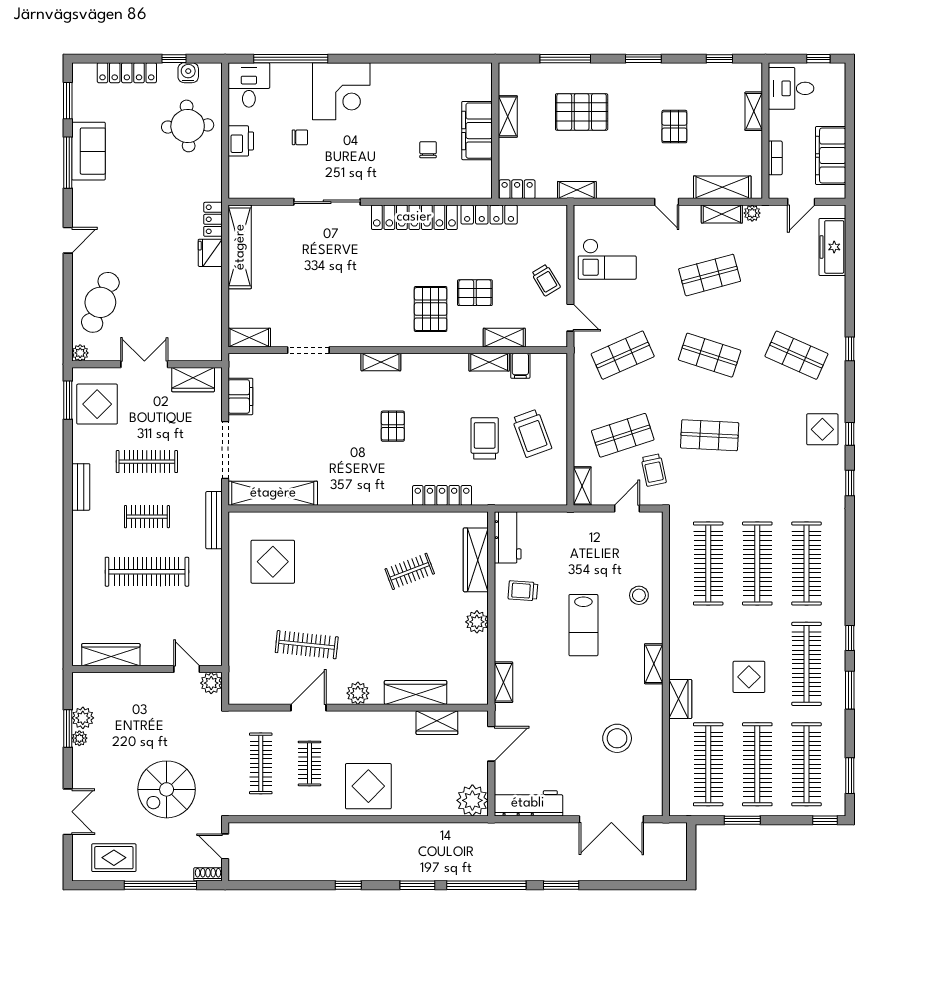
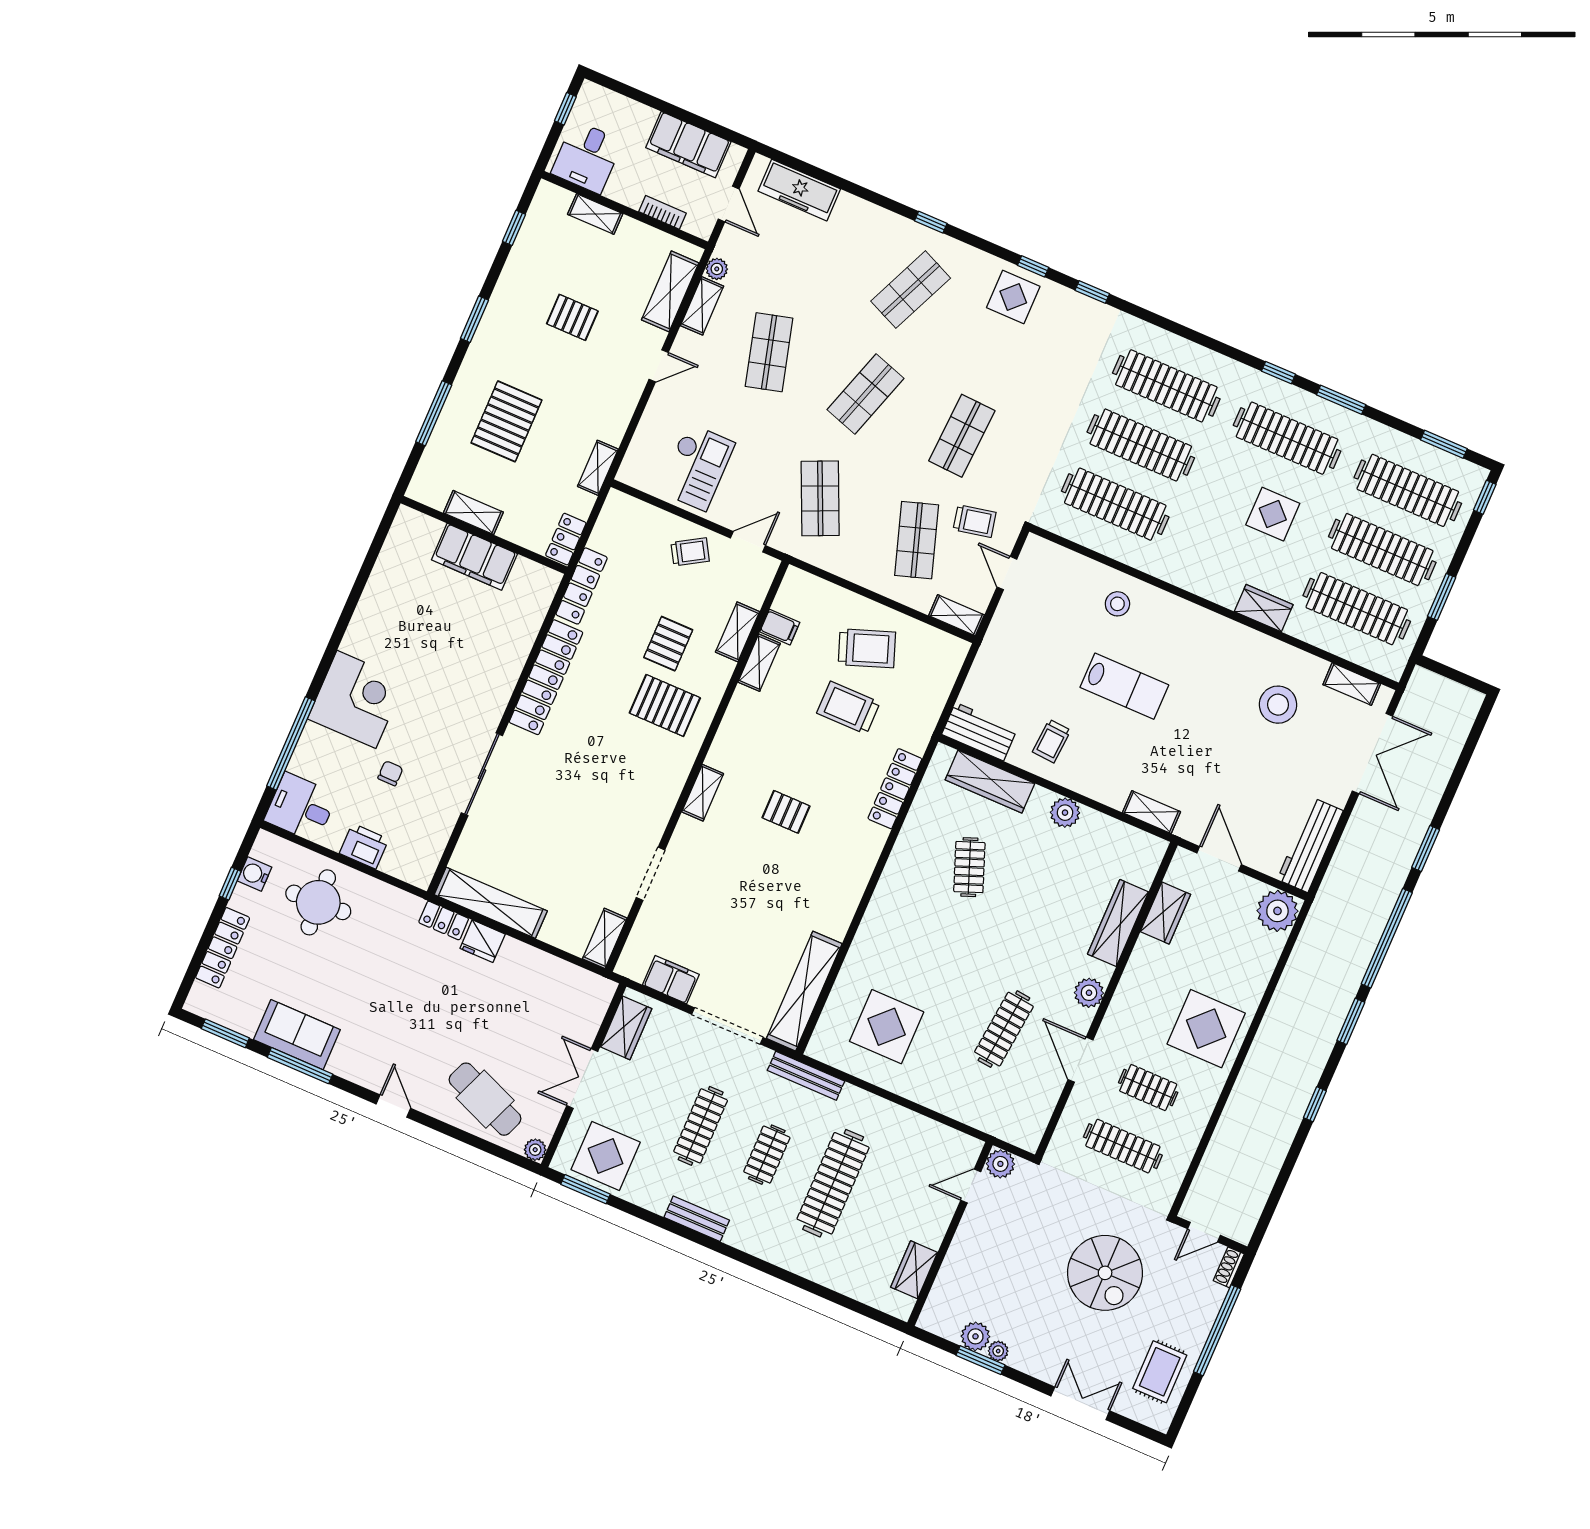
chair: (428, 150) -> (472, 626), removed
wardrobe: (111, 655) -> (914, 1270), width x0.67
shelving: (654, 664) -> (1352, 684), moved

